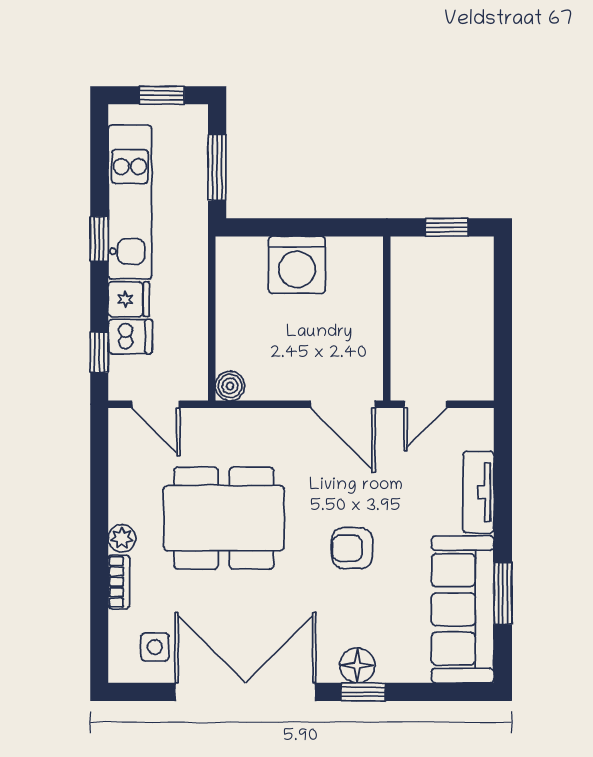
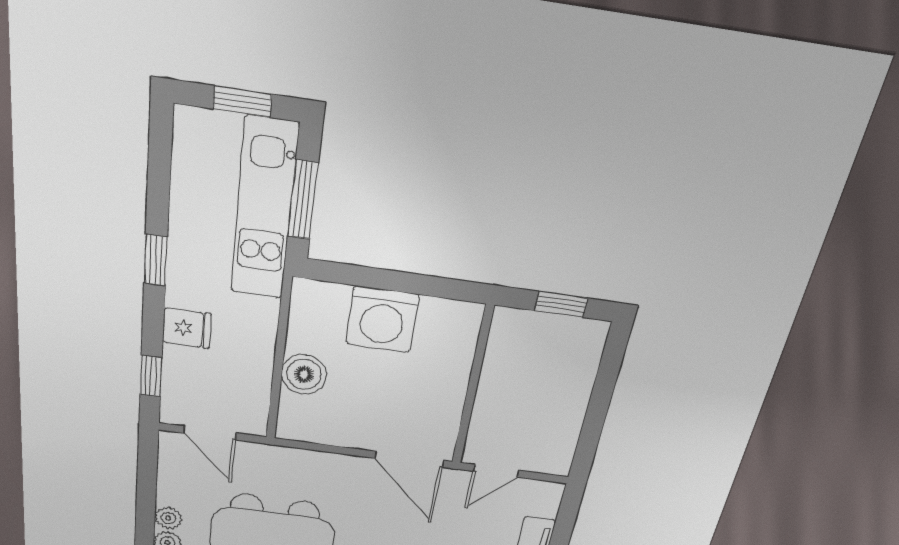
kitchen unit: (130, 202) -> (264, 210), moved, turned 180
dishwasher: (130, 336) -> (186, 365), removed
boiler: (230, 386) -> (304, 374), moved, width x1.36, depth x1.36
plant: (121, 508) -> (168, 518), added

